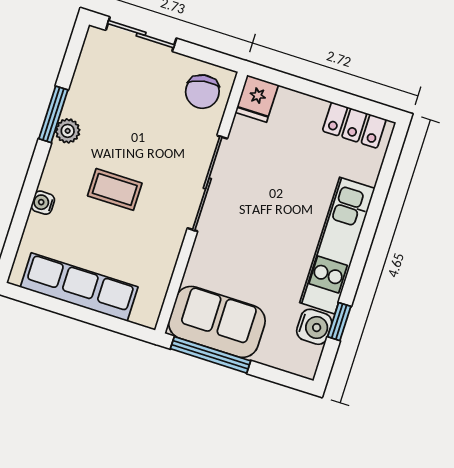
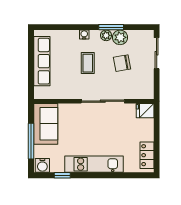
chair: (202, 92) -> (122, 63), moved
plant: (82, 102) -> (120, 37), added
water cooler: (43, 203) -> (84, 35), moved
water cooler: (314, 327) -> (42, 165), moved
window: (211, 355) -> (31, 141), moved

